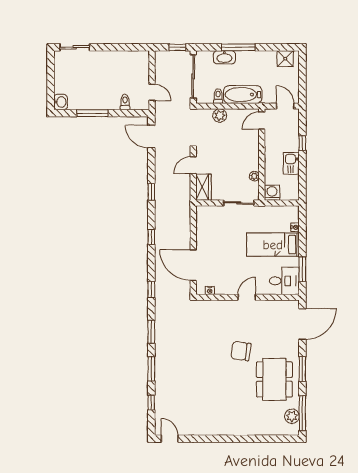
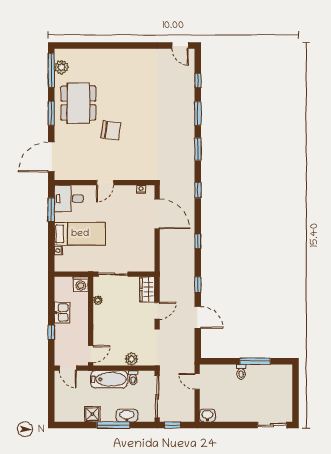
shower: (285, 59) -> (92, 414), moved
washbasin: (60, 102) -> (207, 415), moved, turned 90
toilet: (125, 102) -> (241, 372), moved
door: (151, 137) -> (198, 317), moved

